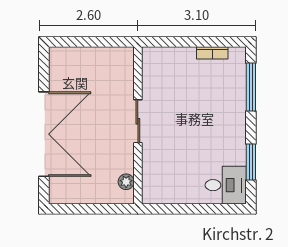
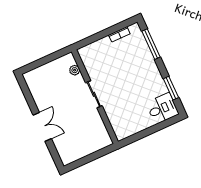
double door: (44, 134) -> (42, 127), width x0.54
plant: (126, 182) -> (75, 70), moved

